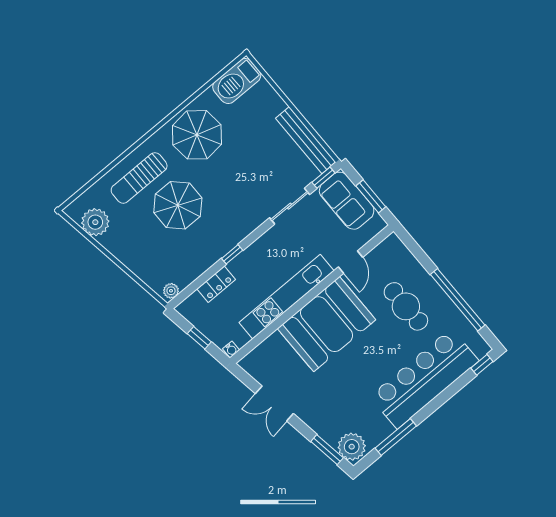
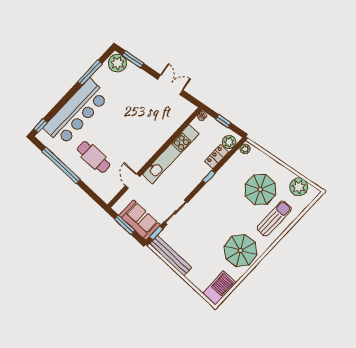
parasol: (178, 205) -> (260, 190), moved
plant: (194, 304) -> (229, 142), added
booth: (327, 324) -> (143, 140), removed

